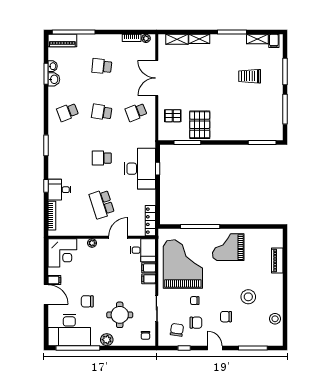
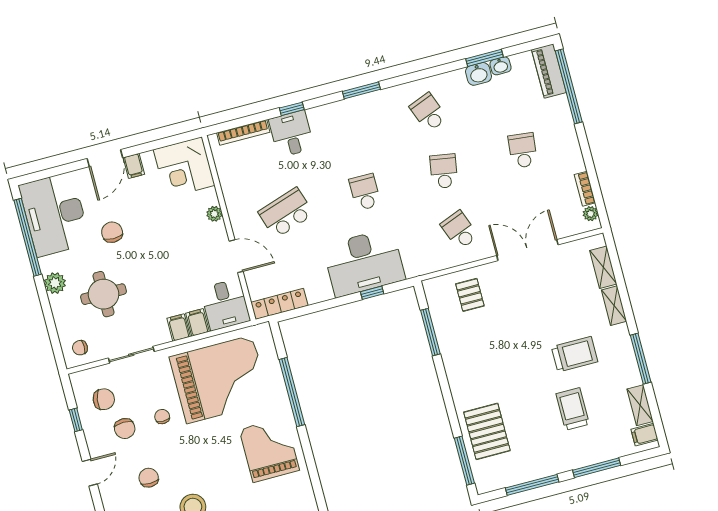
trolley: (220, 67) -> (575, 354), added
pallet: (200, 125) -> (487, 431), moved, turned 90

